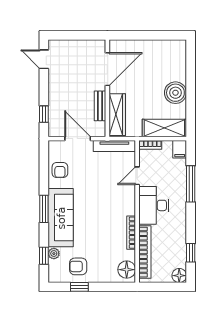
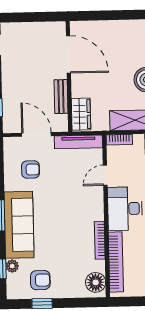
door: (107, 69) -> (68, 54), hinge flipped
wardrobe: (117, 115) -> (81, 114), width x0.67
armchair: (60, 170) -> (30, 169), moved, turned -90
armchair: (78, 266) -> (40, 280), turned 180

